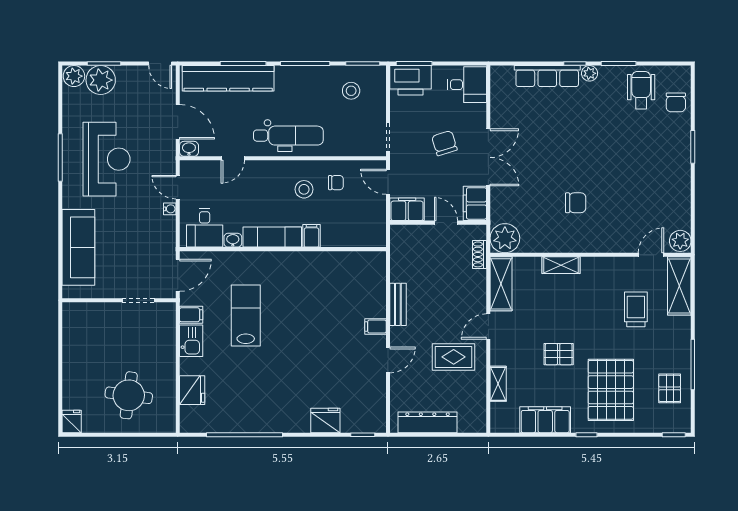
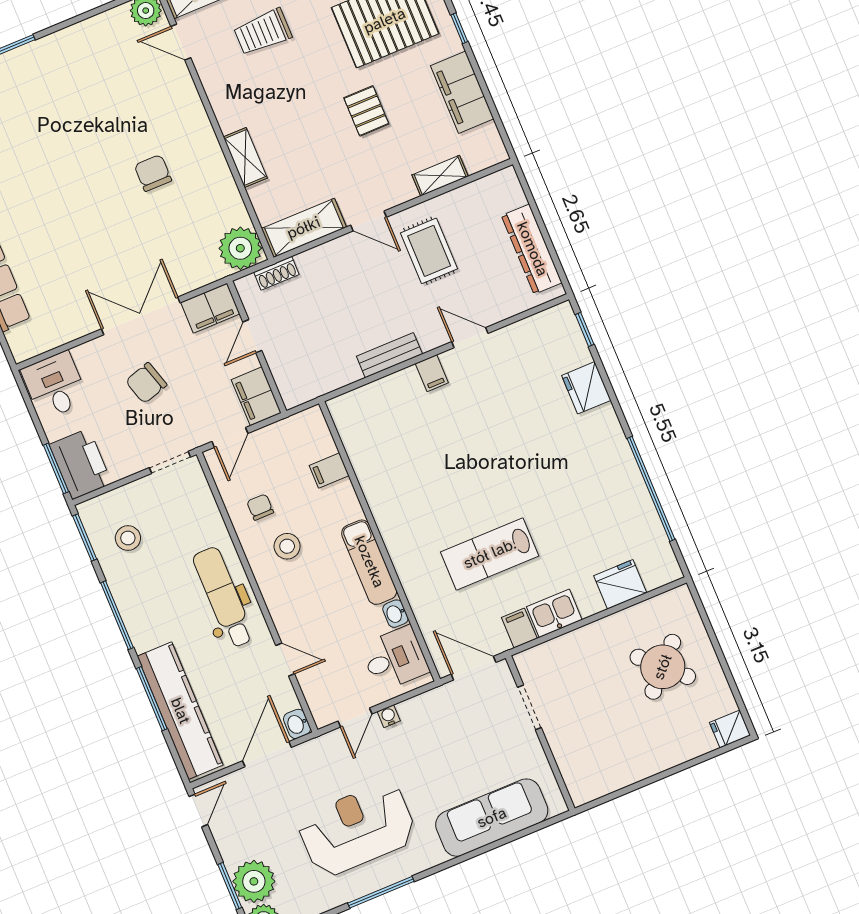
filing cabinet: (311, 236) -> (329, 471), moved
round table: (129, 395) -> (663, 667), turned 36

